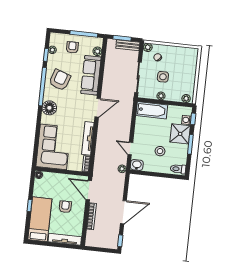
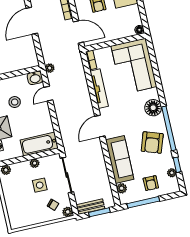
door: (130, 148) -> (48, 94), swing flipped

